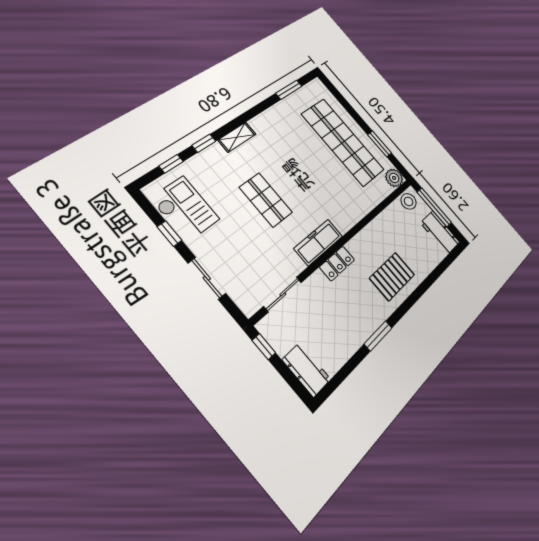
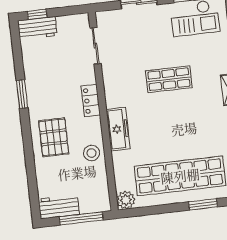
window: (380, 144) -> (203, 204), moved
stool: (409, 201) -> (92, 153), moved
freezer: (318, 242) -> (118, 129), moved
window: (264, 347) -> (37, 14), moved

